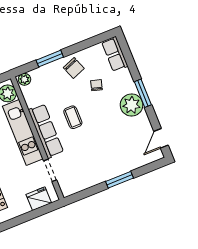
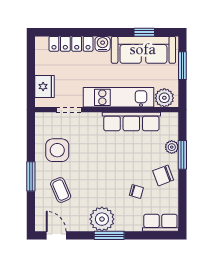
plant: (24, 79) -> (172, 147), moved
coffee table: (73, 117) -> (61, 190), moved, turned 67
row of seats: (46, 131) -> (131, 121), moved
side table: (88, 166) -> (57, 150), added

